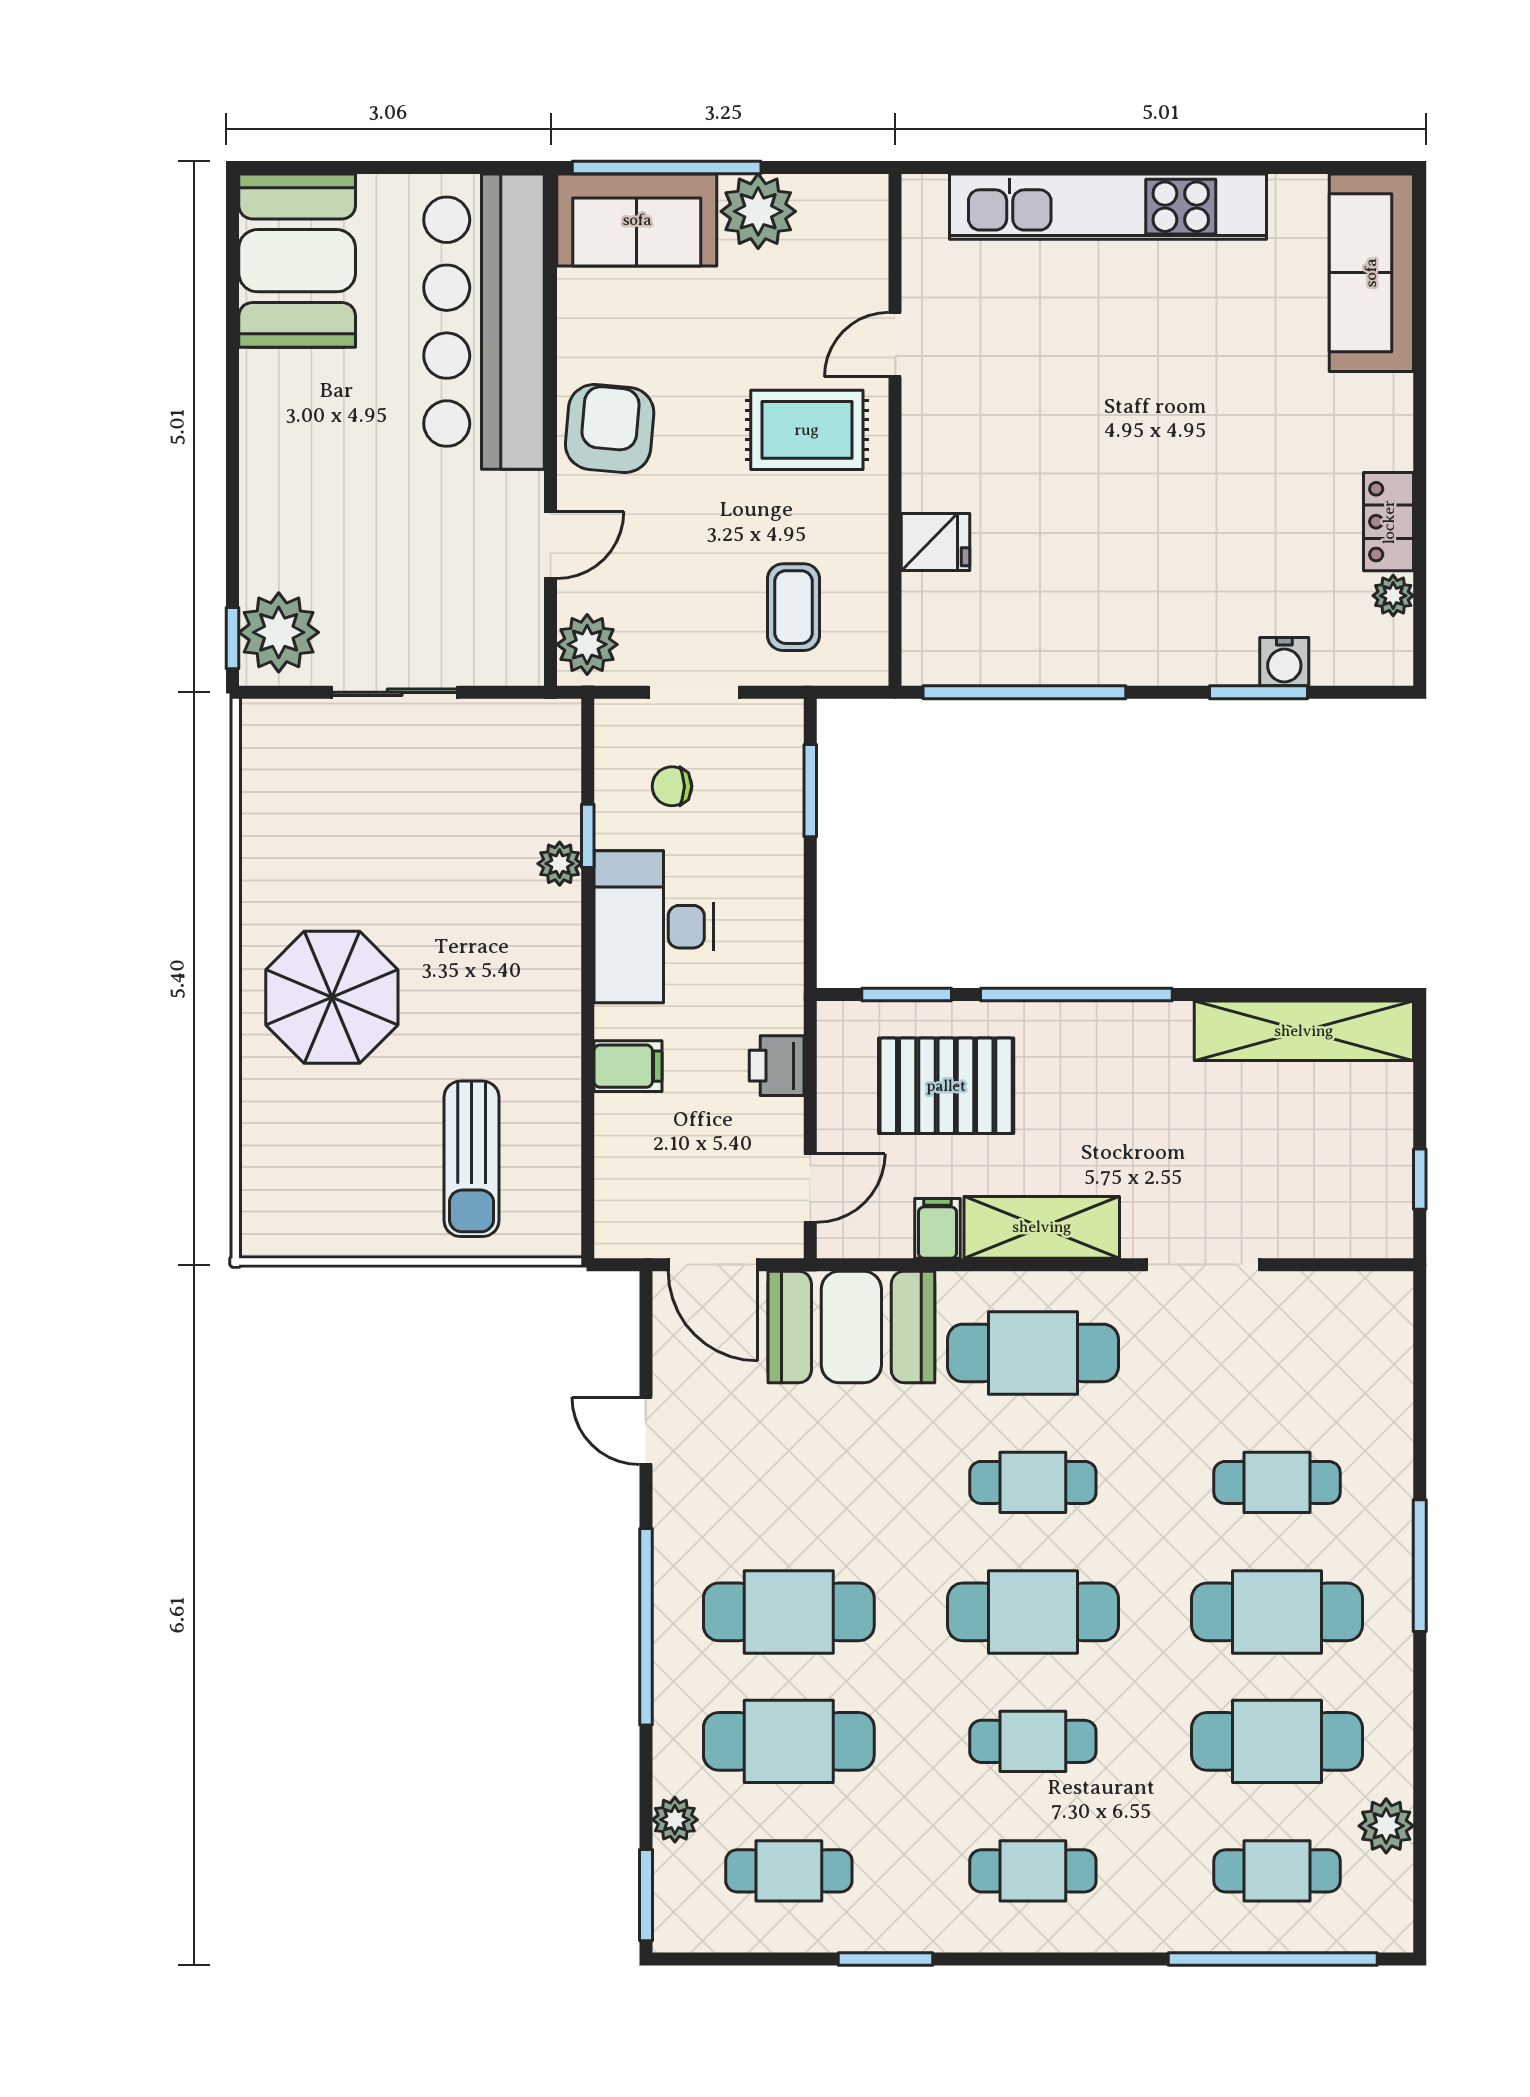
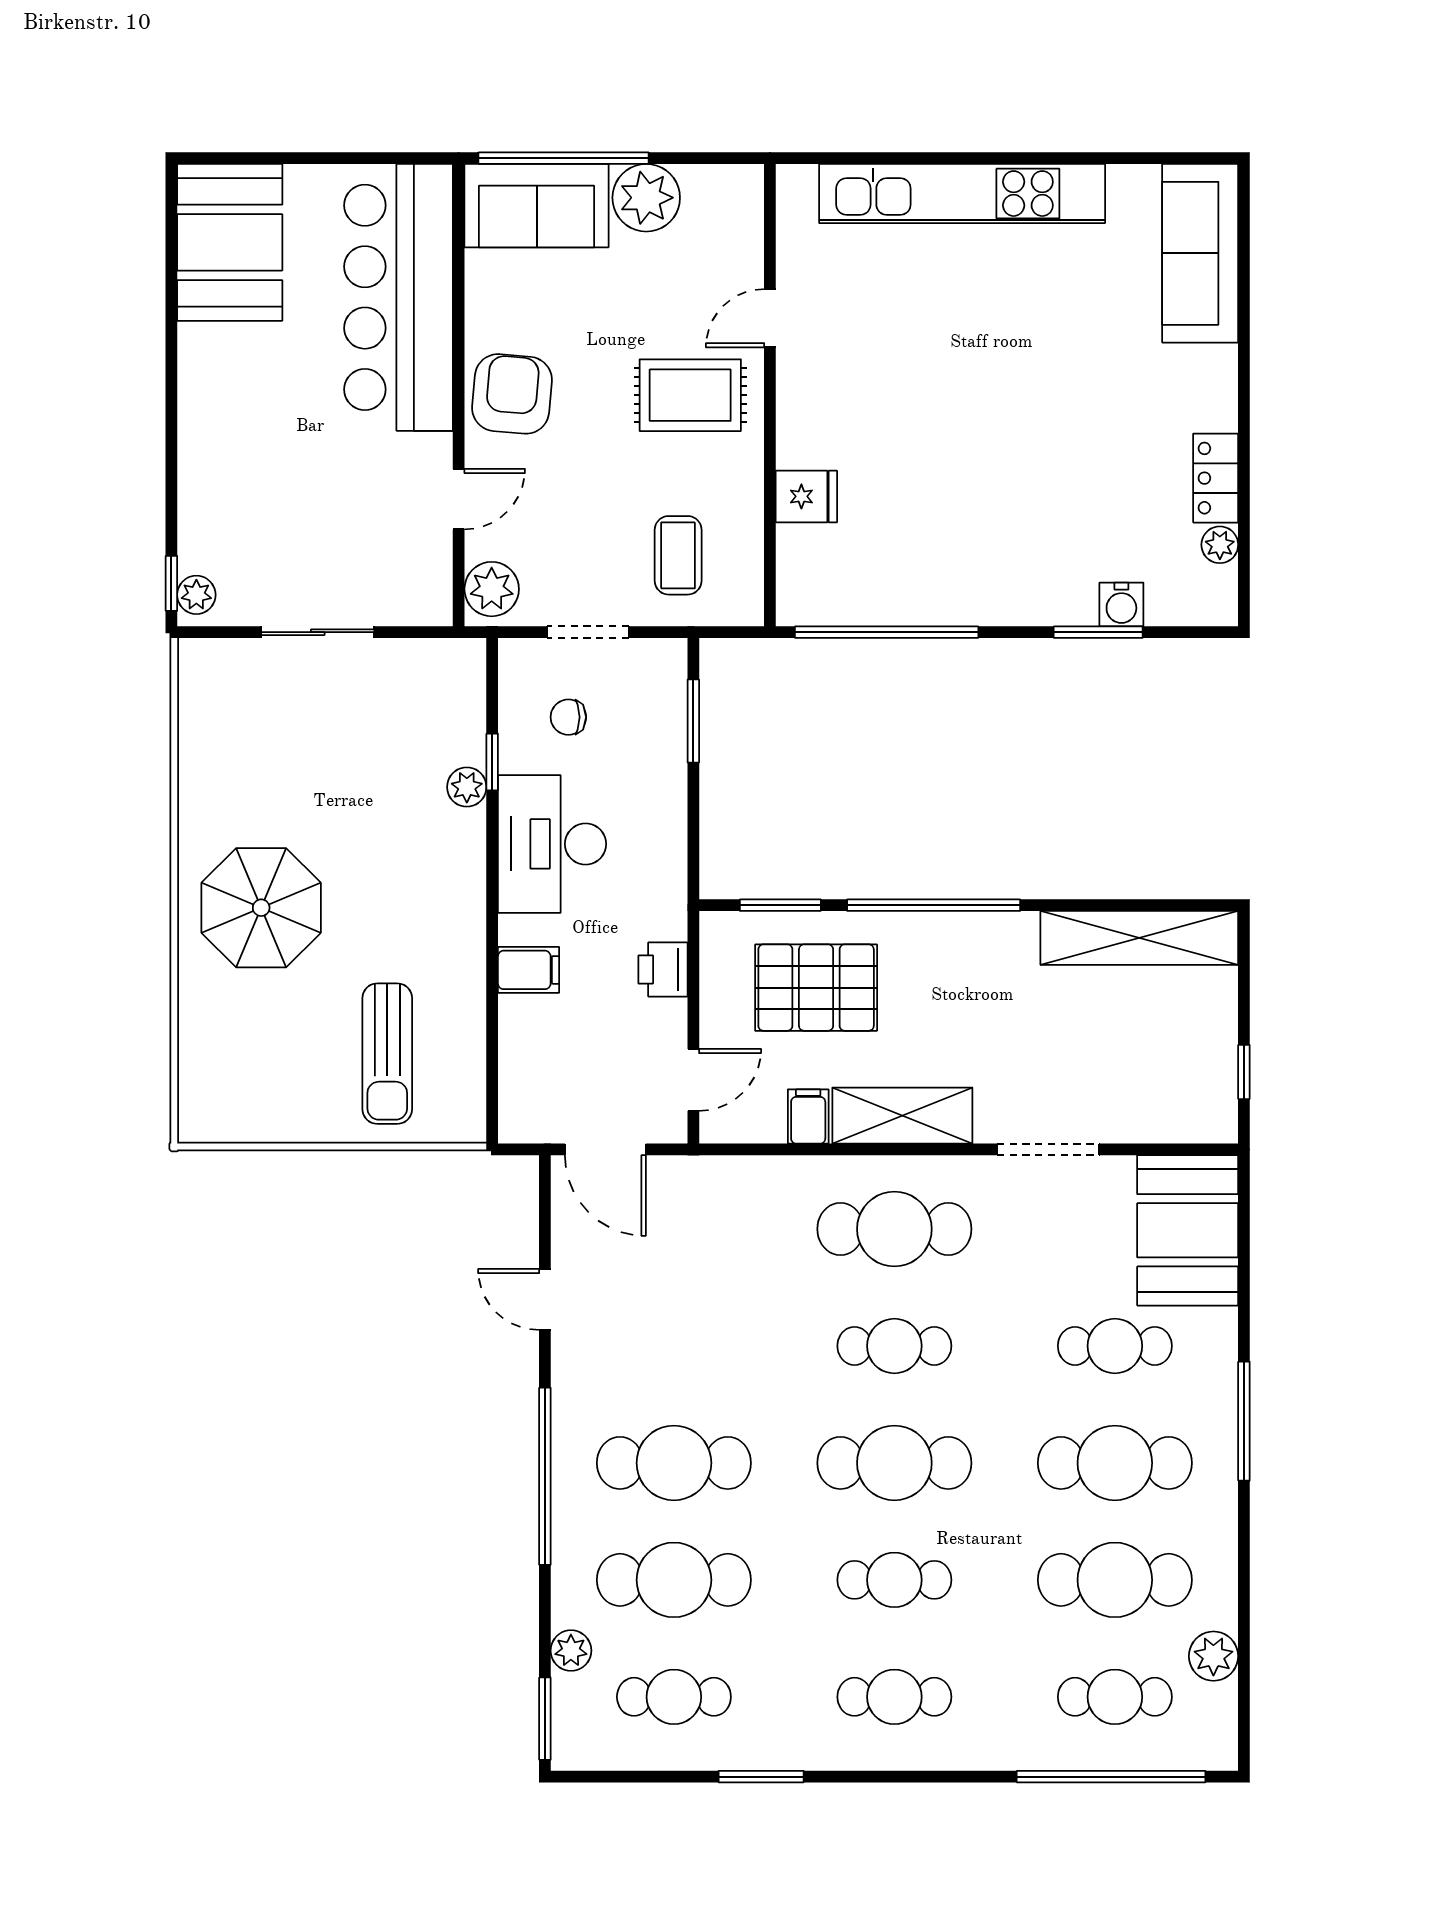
plant: (279, 632) -> (196, 595), width x0.53, depth x0.53
booth: (851, 1327) -> (1188, 1230), moved, turned 90

